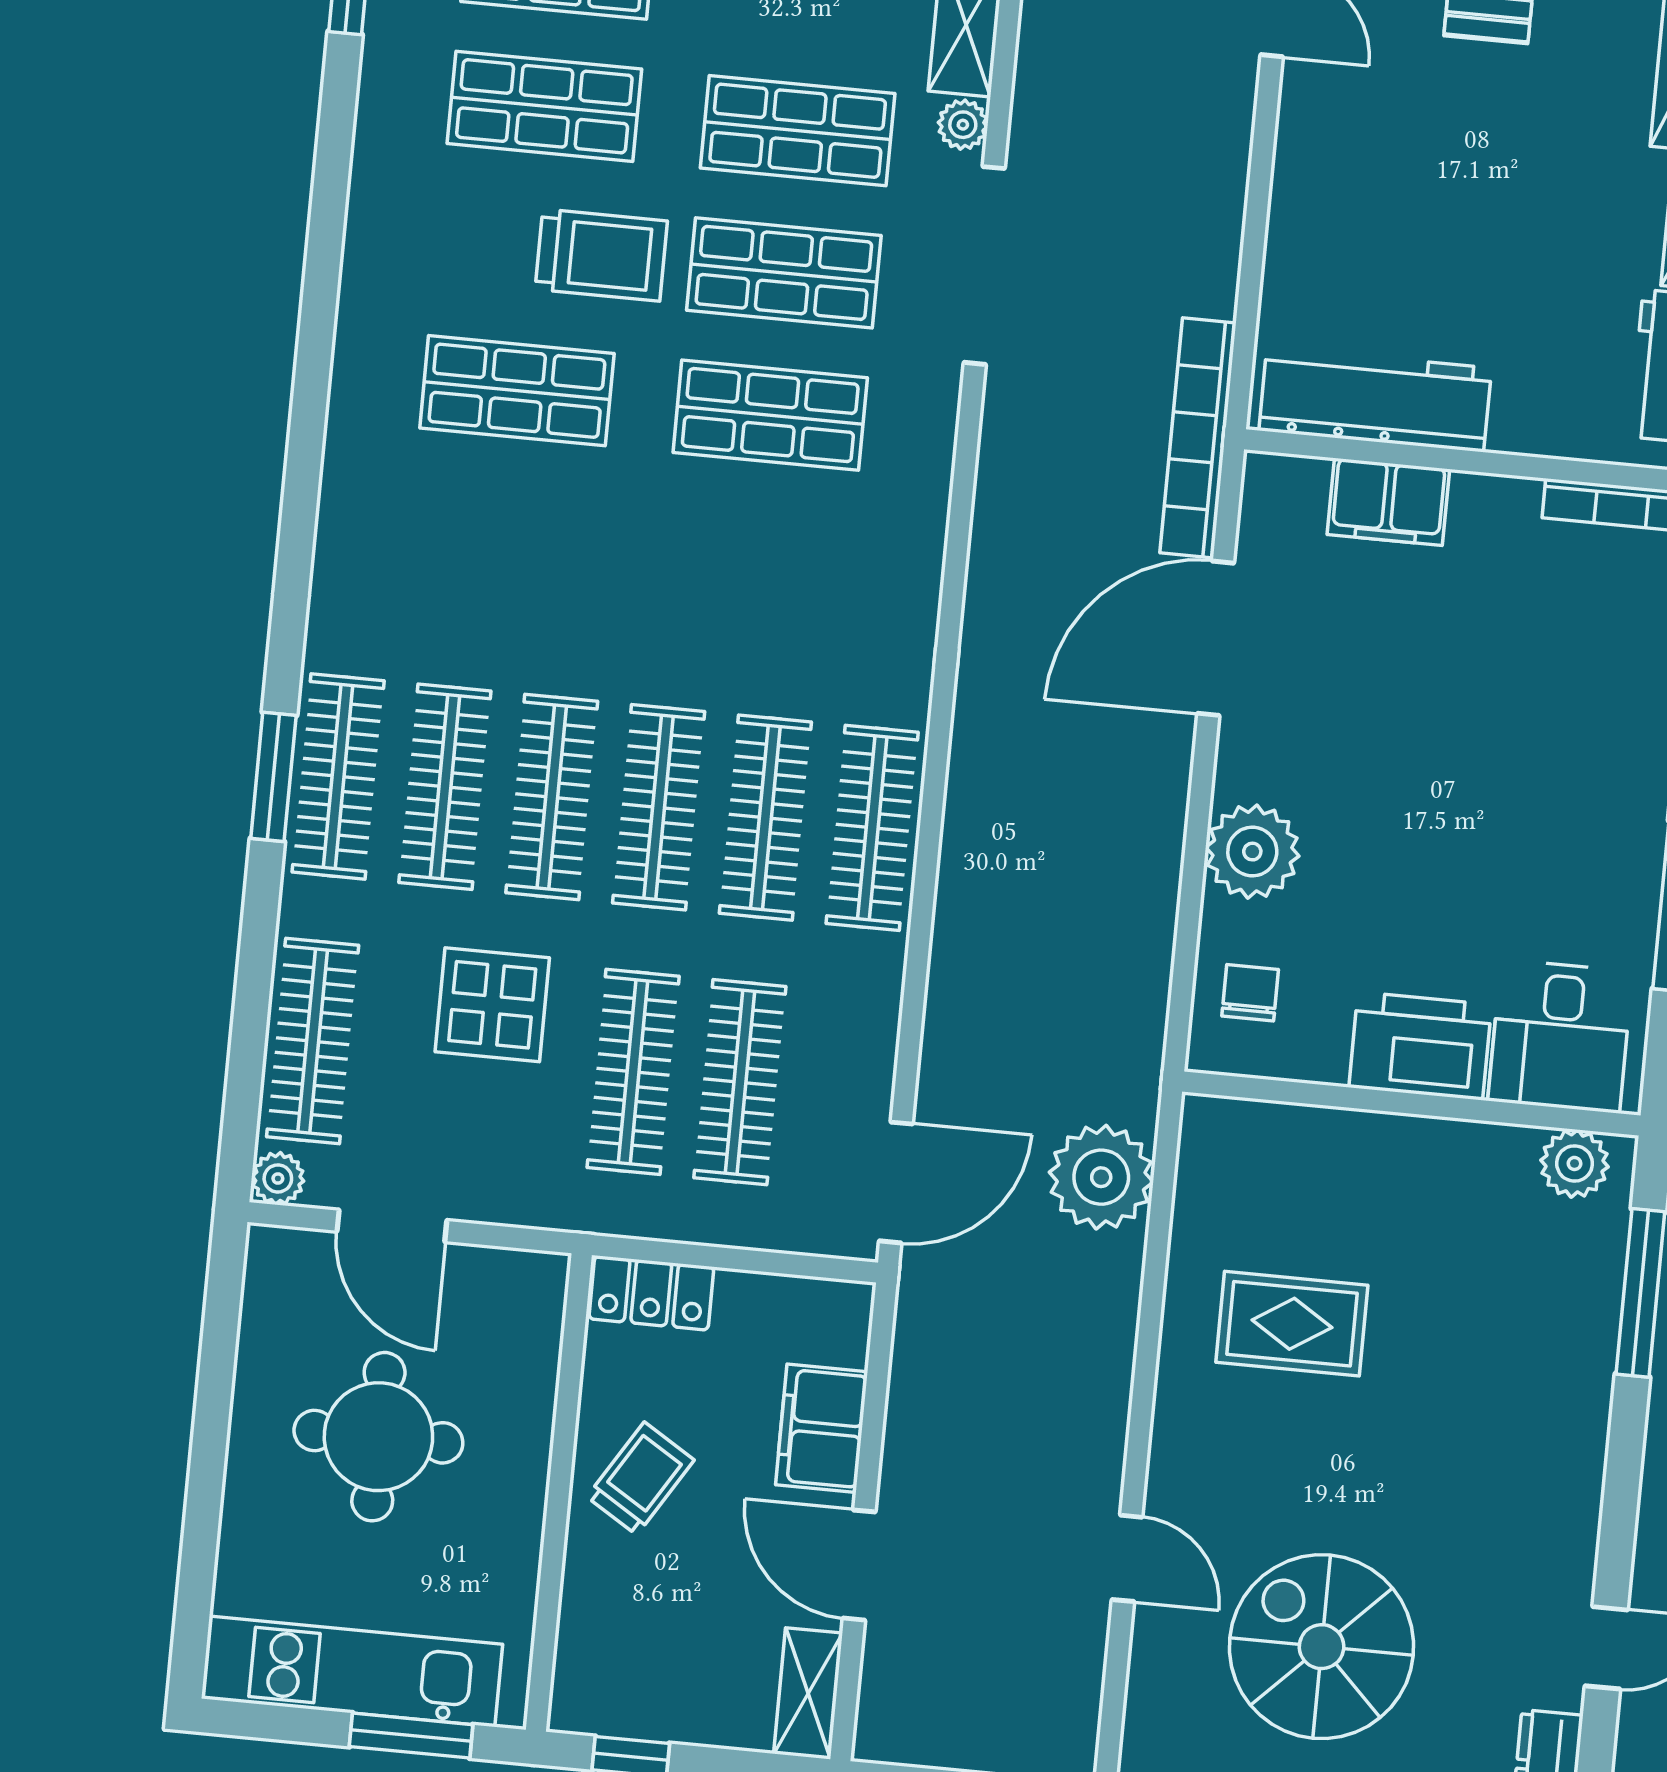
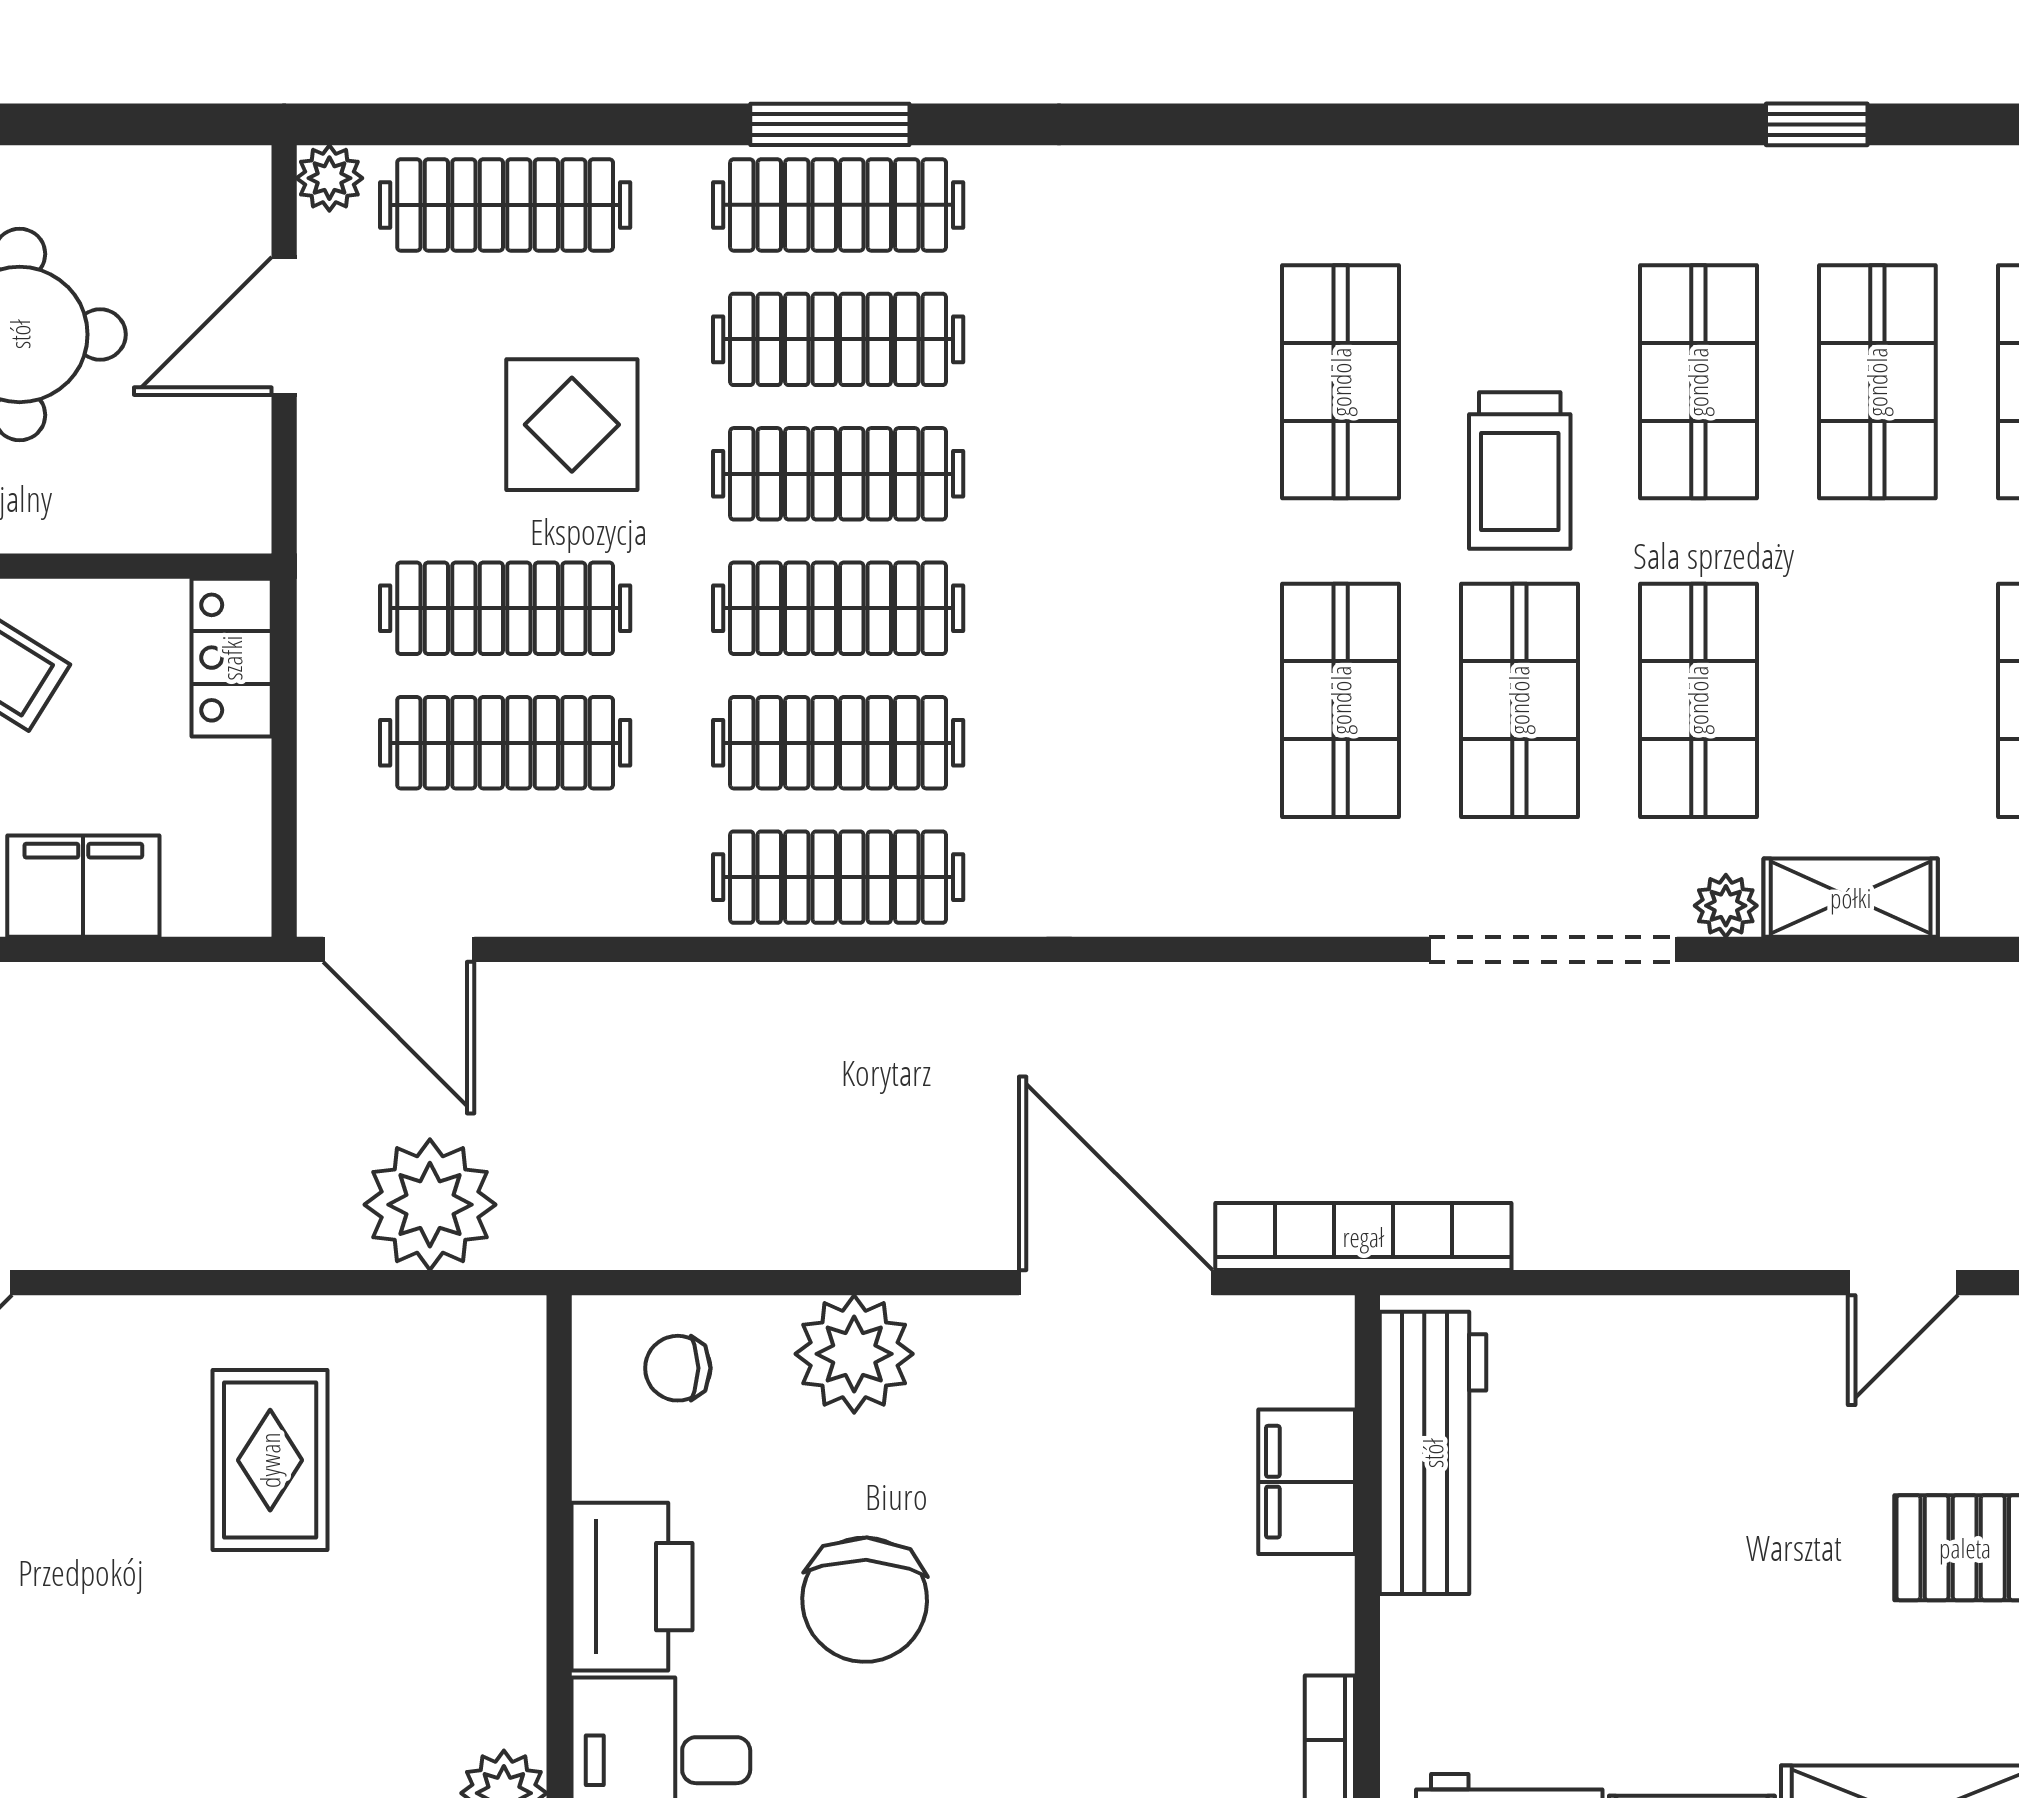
chair: (1448, 862) -> (865, 1600), added
chair: (1250, 993) -> (678, 1368), turned 180

